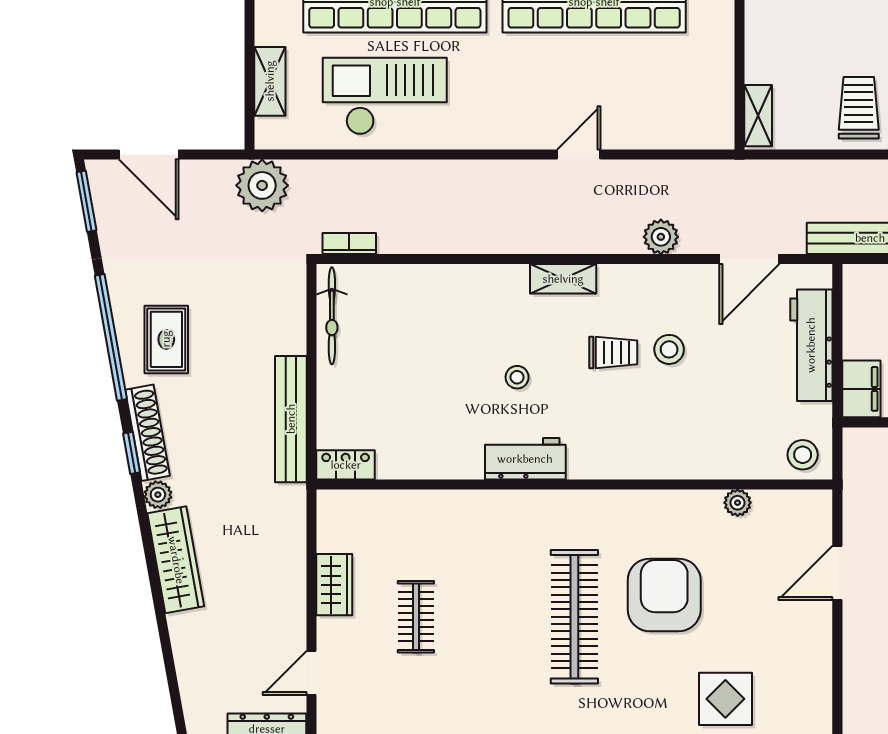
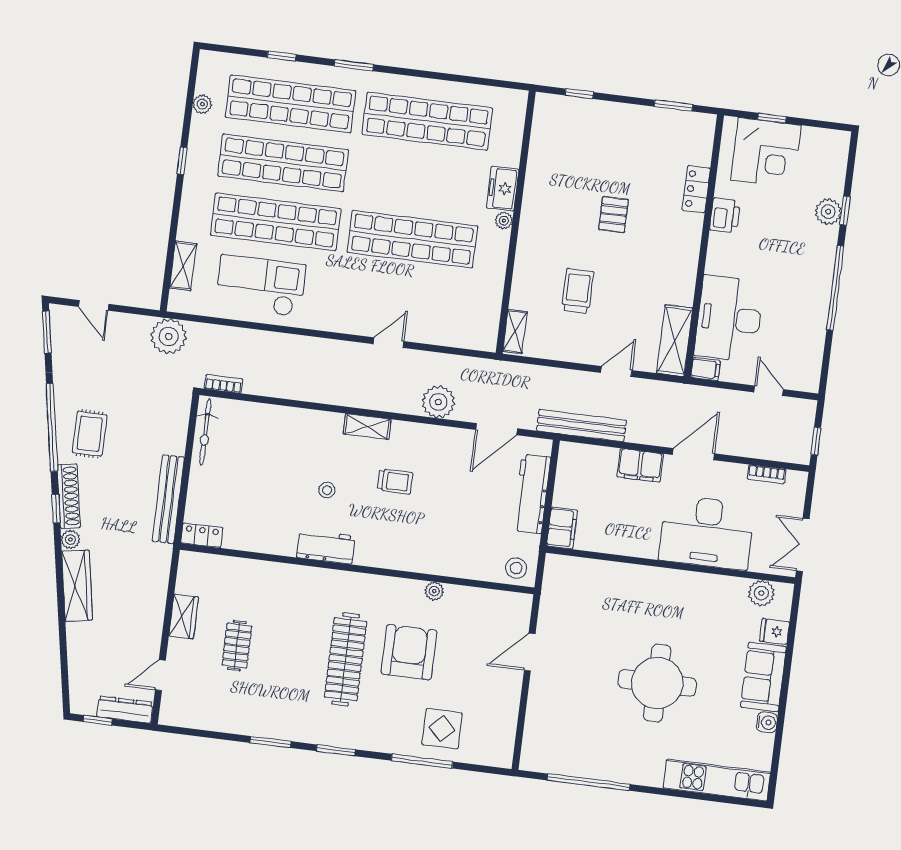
trolley: (859, 108) -> (578, 291), moved
door: (149, 155) -> (94, 305), width x0.73
plant: (661, 237) -> (438, 402), width x1.36, depth x1.36
stool: (669, 349) -> (434, 484), removed
plant: (738, 503) -> (434, 591), moved

